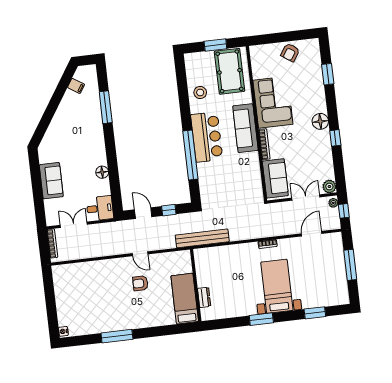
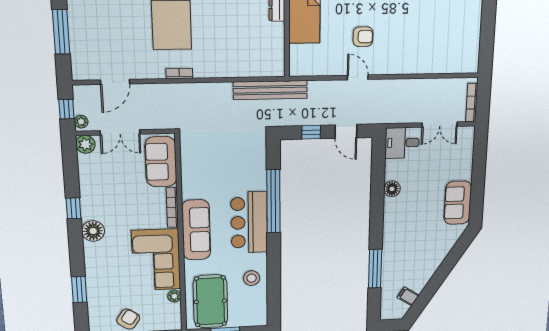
plant: (257, 74) -> (174, 296), added
sofa: (51, 181) -> (458, 203), moved

